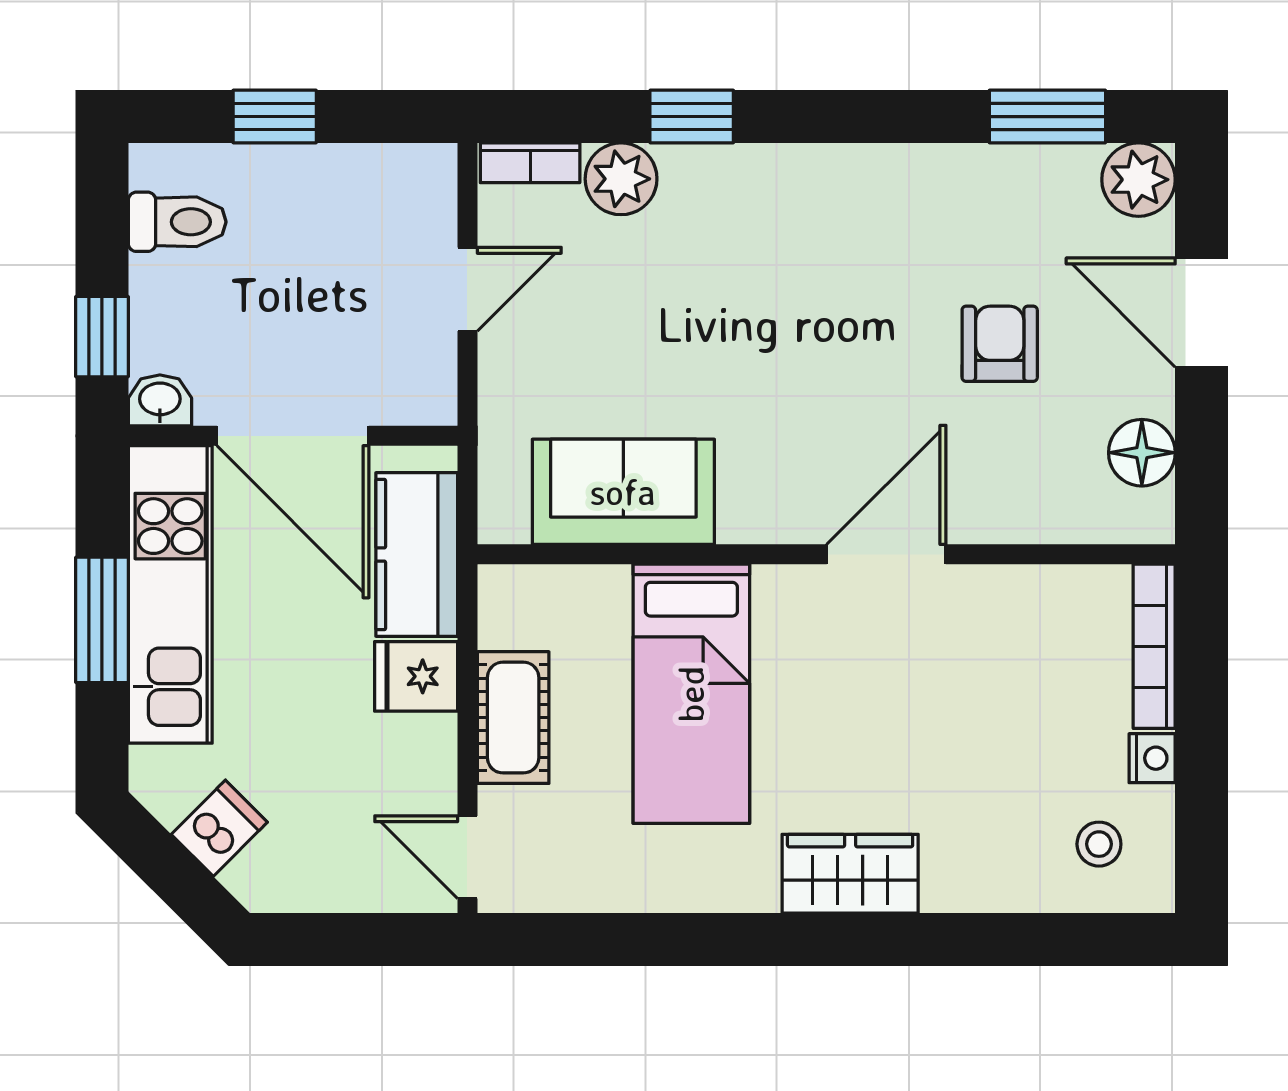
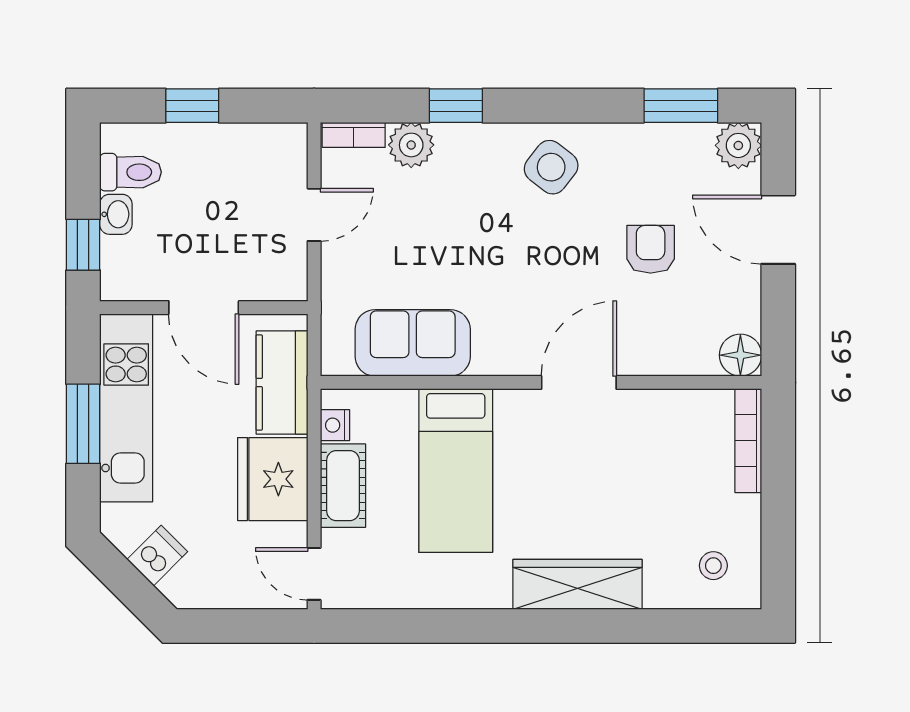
side table: (842, 214) -> (551, 167), added
washbasin: (160, 400) -> (116, 214), moved, turned 90
door: (293, 436) -> (204, 308), width x0.73
floor lamp: (1142, 453) -> (740, 355), moved
fridge: (416, 676) -> (273, 479), width x1.88, depth x1.34
nightstand: (1152, 758) -> (335, 425), moved, turned 180
wardrobe: (850, 874) -> (578, 584), width x1.50

